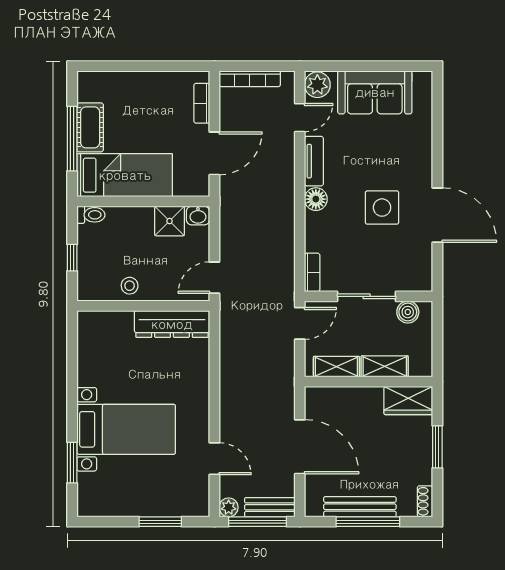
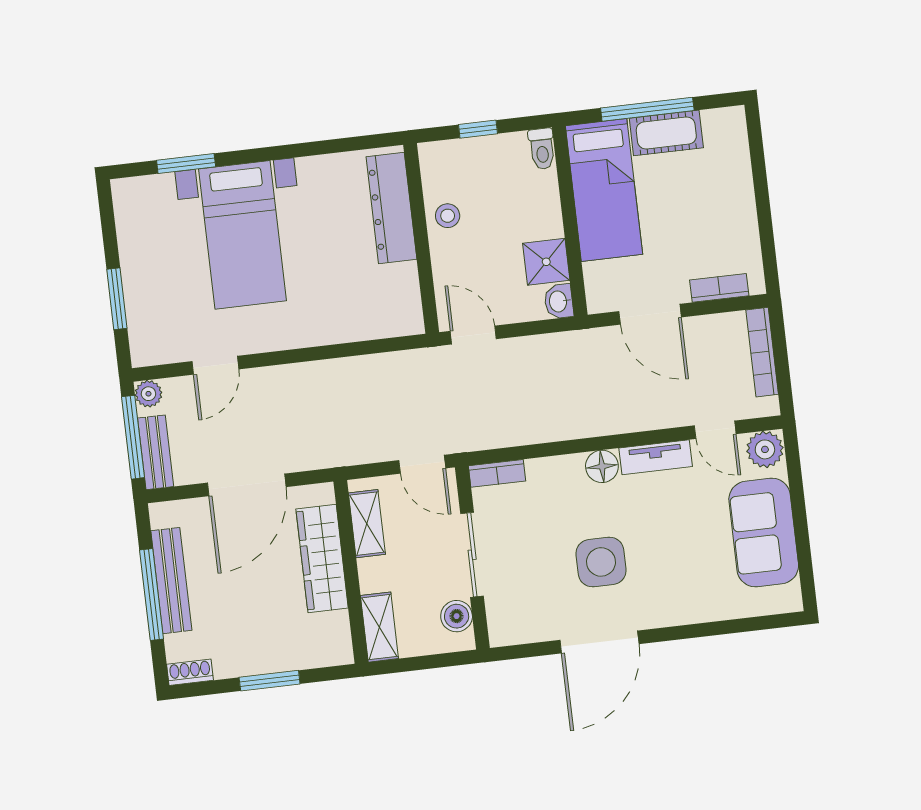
dresser: (172, 324) -> (391, 208), moved
shelving: (385, 366) -> (379, 627), moved
wardrobe: (408, 401) -> (322, 558), moved, width x1.50

